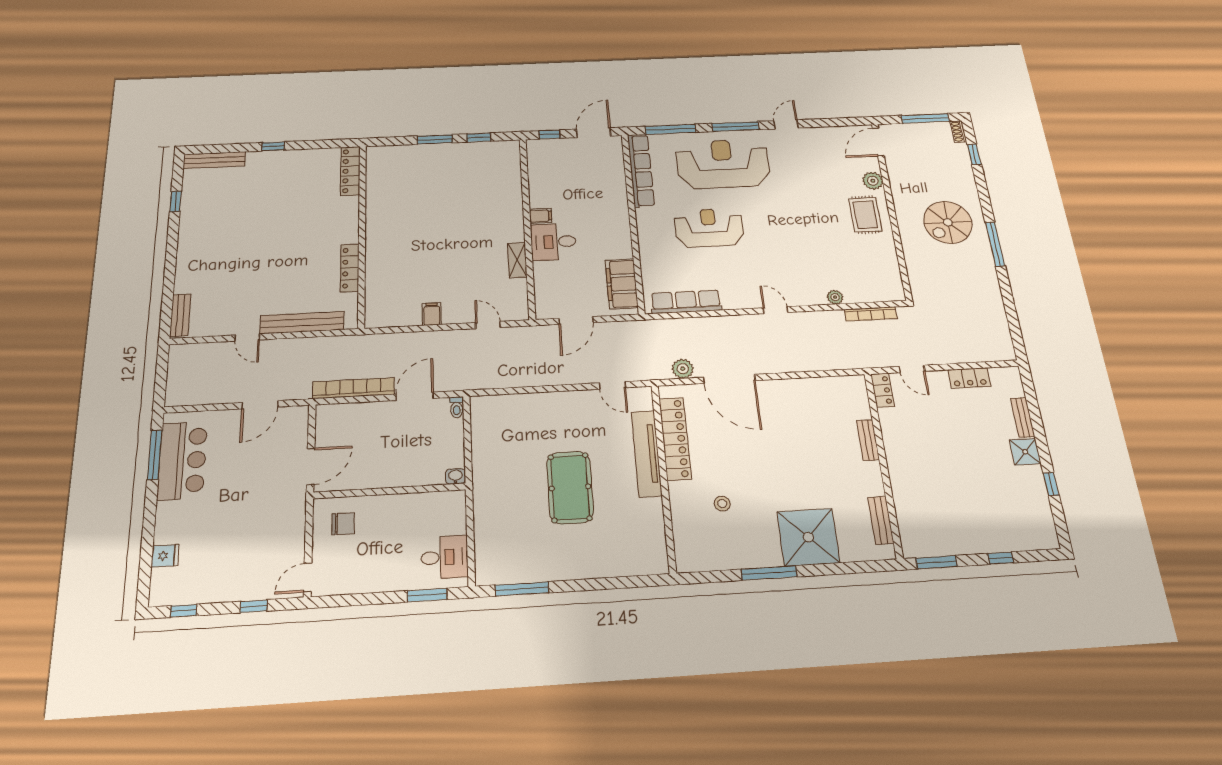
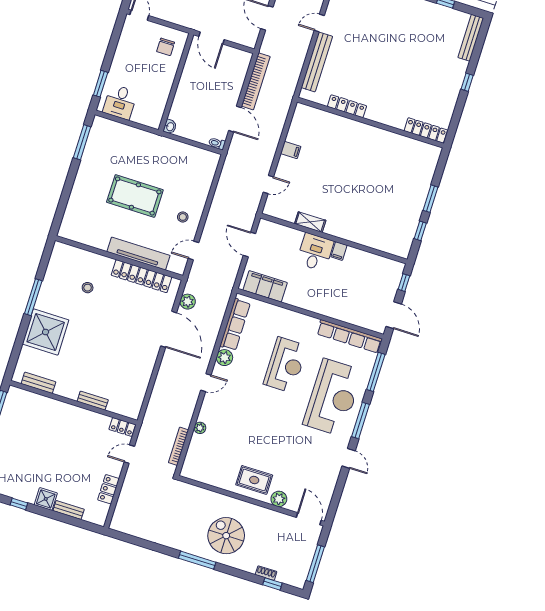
shoe rack: (958, 132) -> (266, 573), moved
plant: (733, 300) -> (225, 358), added
door: (729, 379) -> (169, 329), swing flipped
stool: (573, 415) -> (183, 217), added

